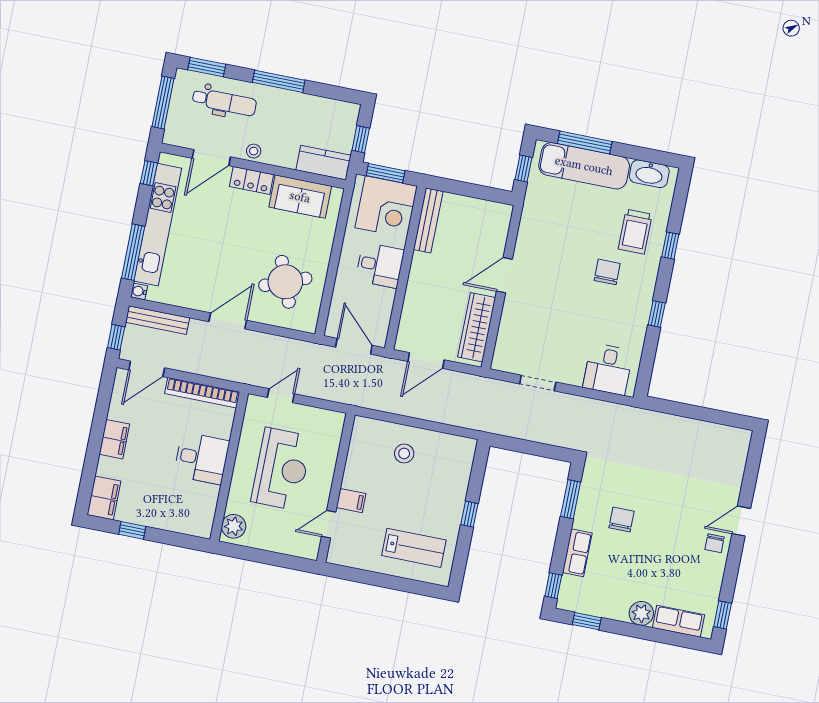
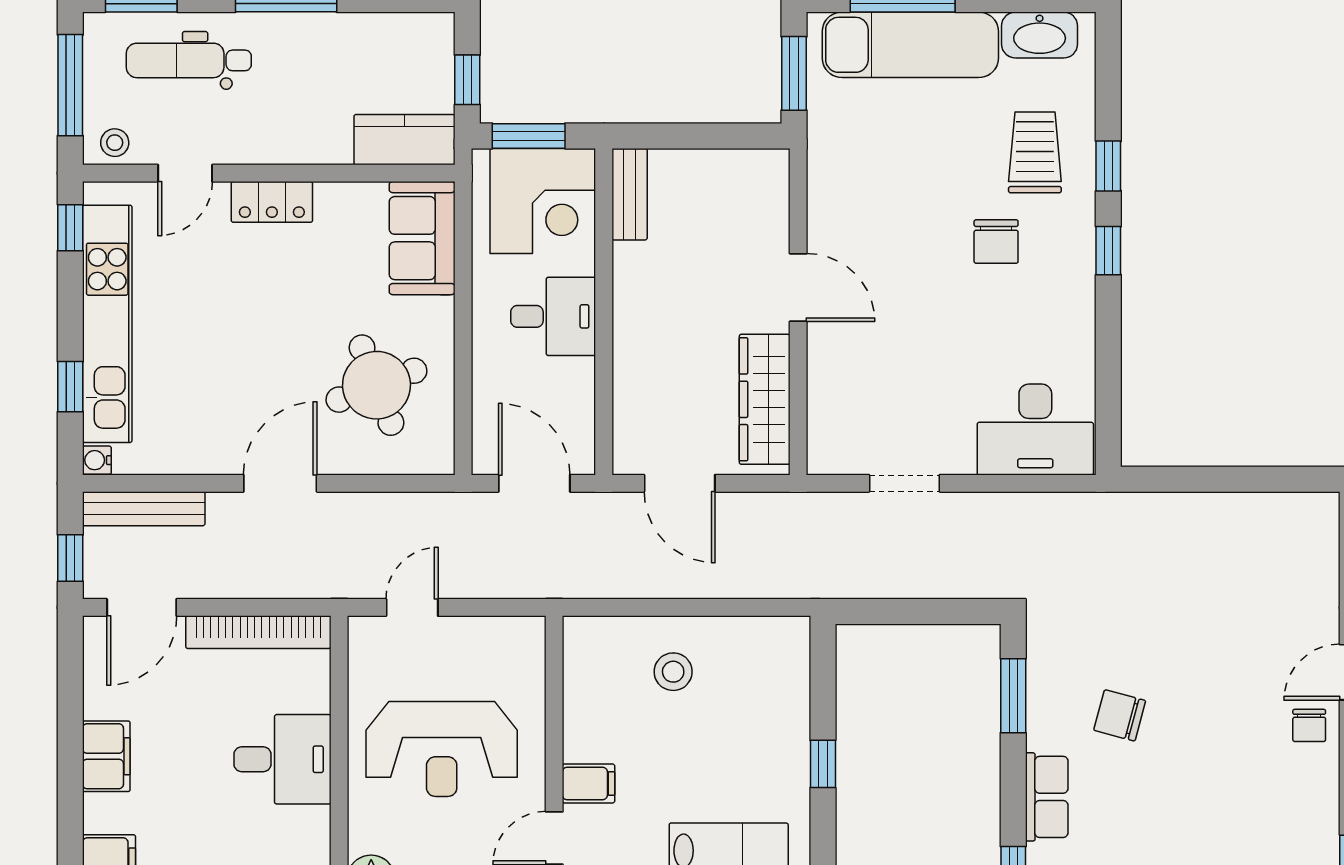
dental chair: (224, 102) -> (189, 60), turned 180
stool: (254, 151) -> (115, 143), moved
door: (211, 158) -> (185, 173), width x0.73
window: (523, 168) -> (794, 73), width x1.50
sofa: (300, 197) -> (422, 238), moved, turned 90
bench: (428, 220) -> (630, 194), width x0.73
trolley: (635, 232) -> (1035, 152), turned 180
window: (133, 252) -> (70, 387), width x0.46
chair: (607, 272) -> (996, 241), turned 180
door: (504, 275) -> (798, 288), swing flipped
window: (657, 314) -> (1108, 251), moved
door: (426, 361) -> (680, 483), hinge flipped
desk: (608, 369) -> (1035, 429), width x1.37
reception desk: (282, 469) -> (442, 749), turned 90
chair: (622, 520) -> (1120, 715), turned -75

